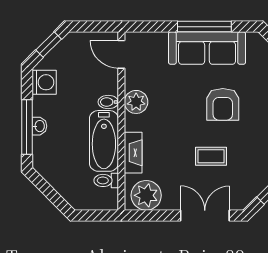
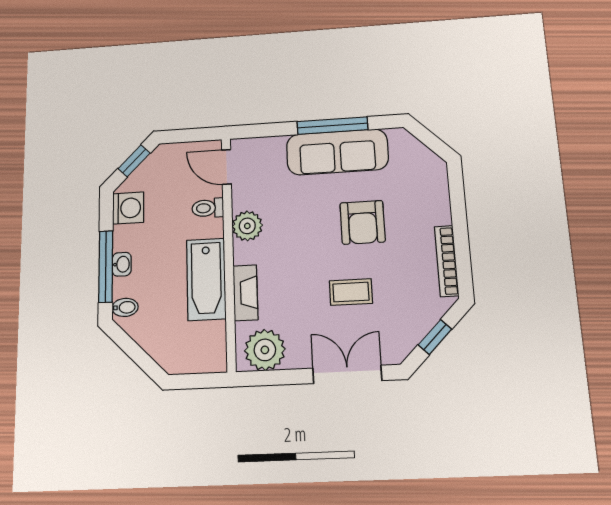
bidet: (108, 102) -> (125, 307), moved, turned 180
toilet: (106, 180) -> (208, 208), moved

